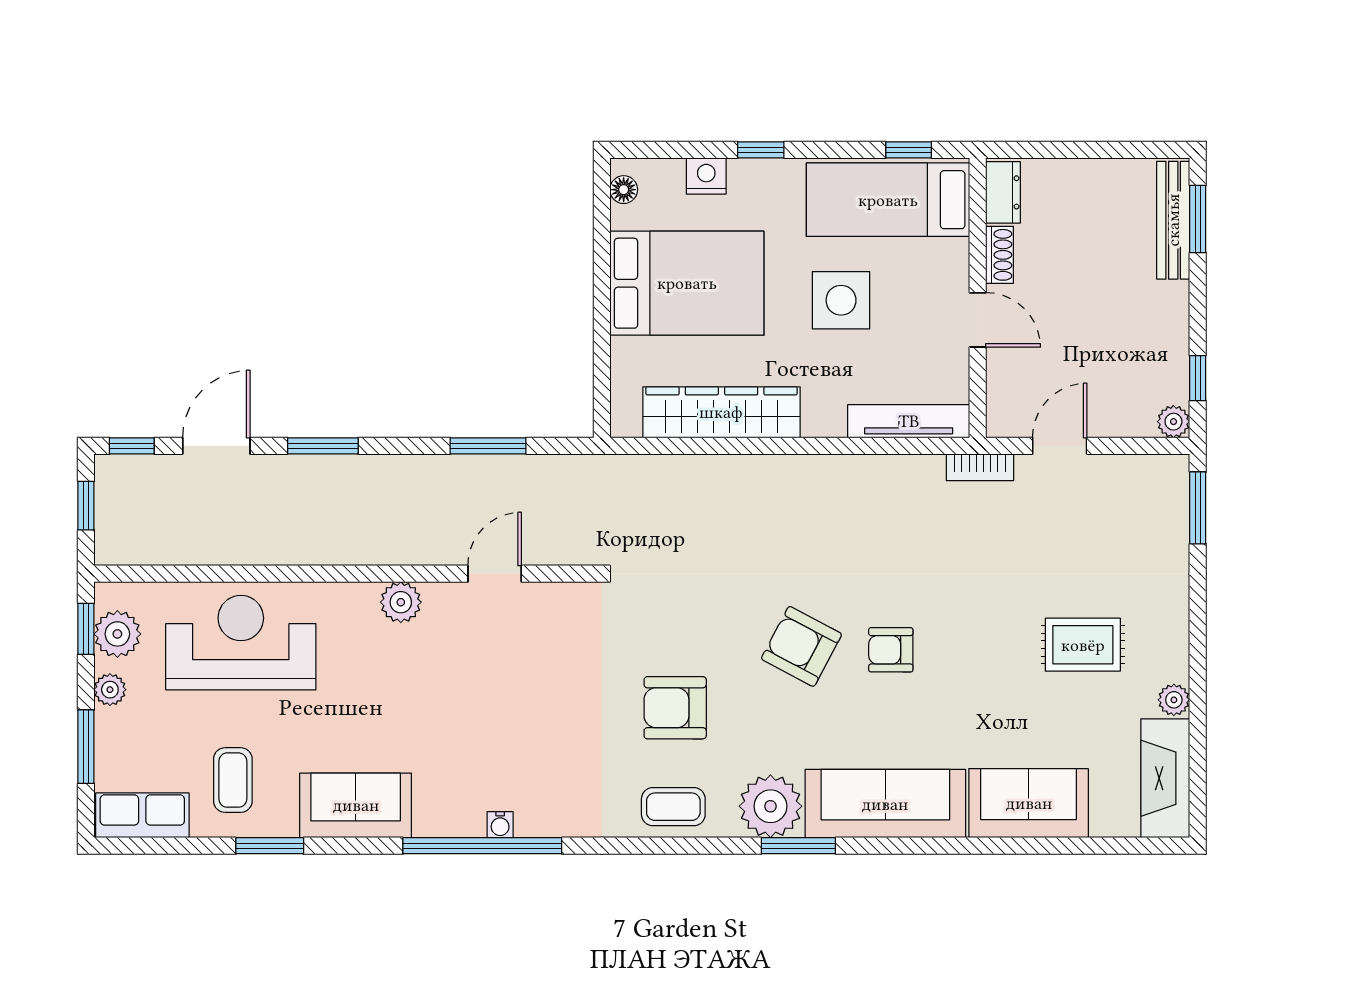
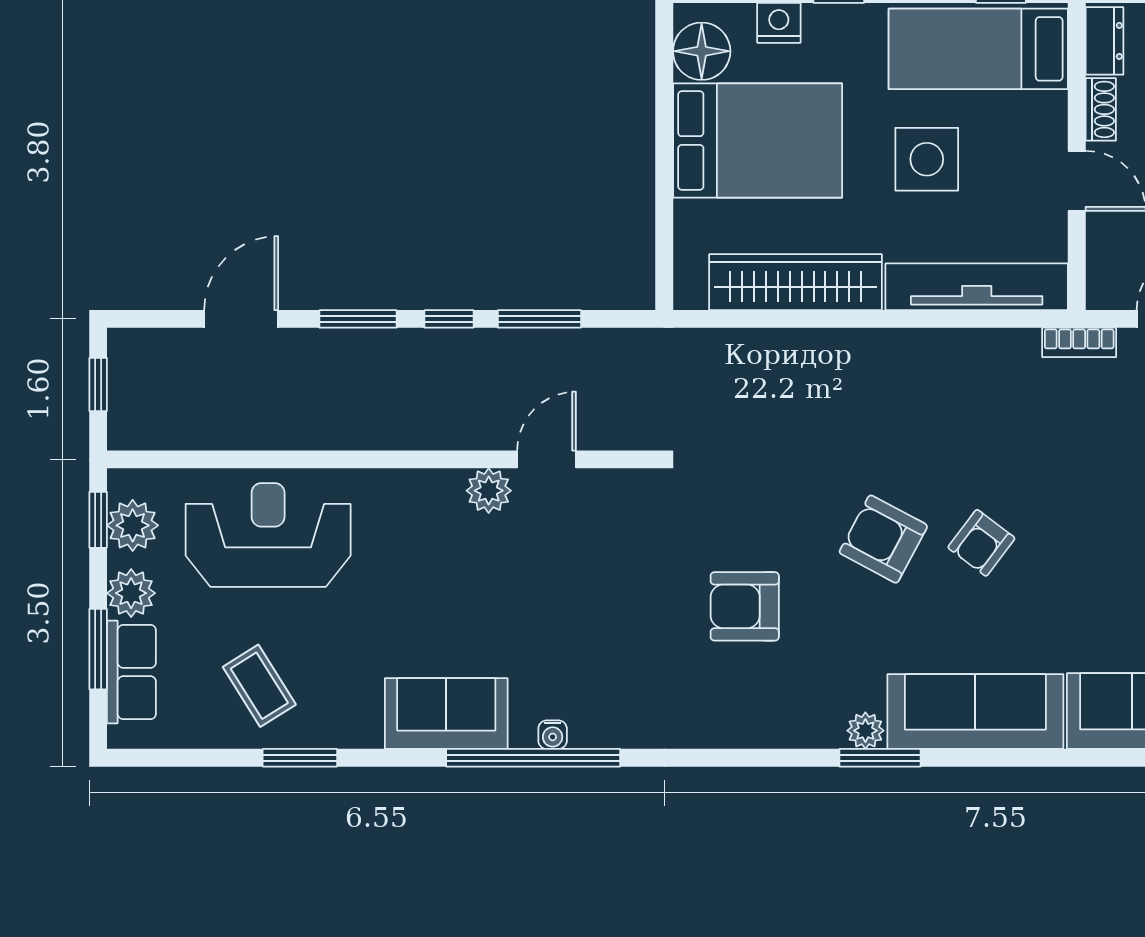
floor lamp: (624, 190) -> (702, 51), width x1.89, depth x1.89
tv unit: (909, 421) -> (977, 287), width x1.36, depth x1.29
window: (132, 446) -> (449, 319), moved
plant: (401, 602) -> (489, 491), moved
armchair: (891, 650) -> (981, 543), turned -53
plant: (110, 690) -> (131, 593), width x1.38, depth x1.38
coffee table: (233, 780) -> (259, 686), turned -32
sofa: (356, 805) -> (446, 714), moved
plant: (770, 806) -> (865, 731), width x0.53, depth x0.53
coffee table: (673, 807) -> (743, 715), removed
row of seats: (142, 815) -> (131, 672), moved, turned 90

